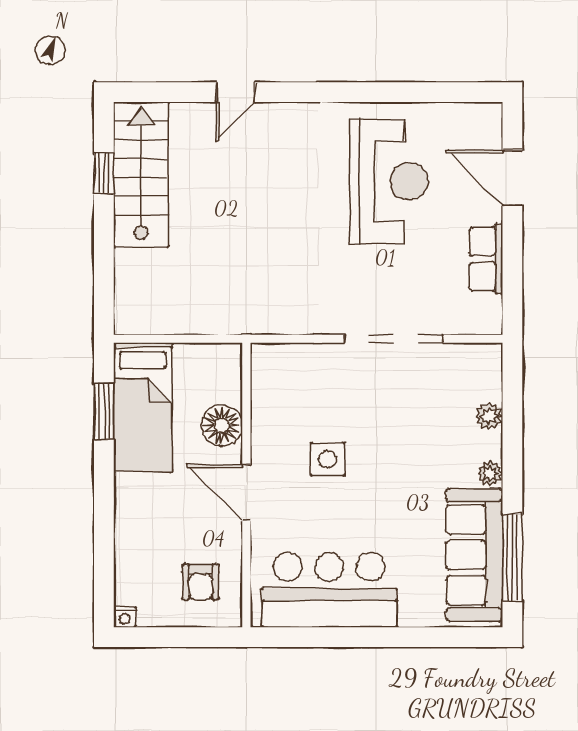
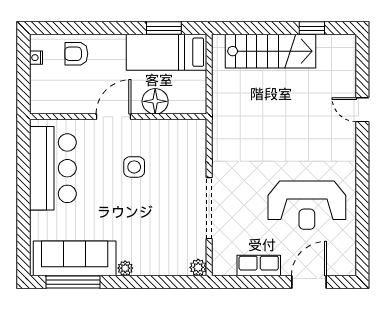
stairs: (141, 175) -> (270, 51), moved
plant: (489, 416) -> (198, 267), moved
armchair: (201, 582) -> (76, 54), moved
nightstand: (125, 617) -> (36, 58), moved

